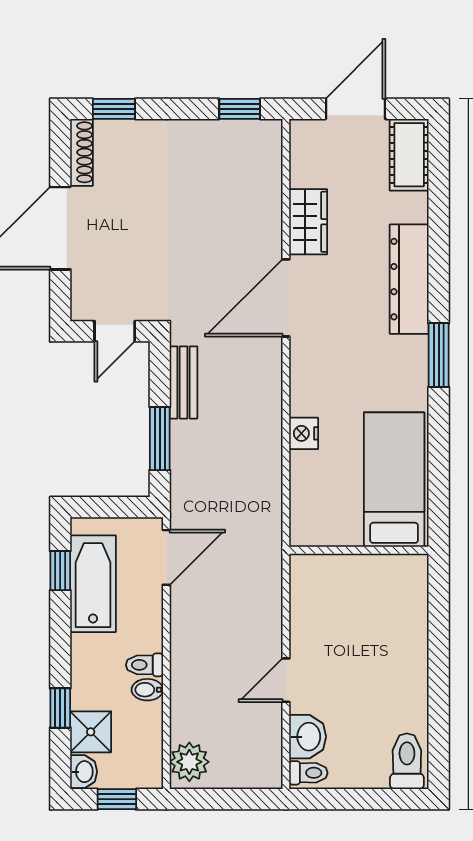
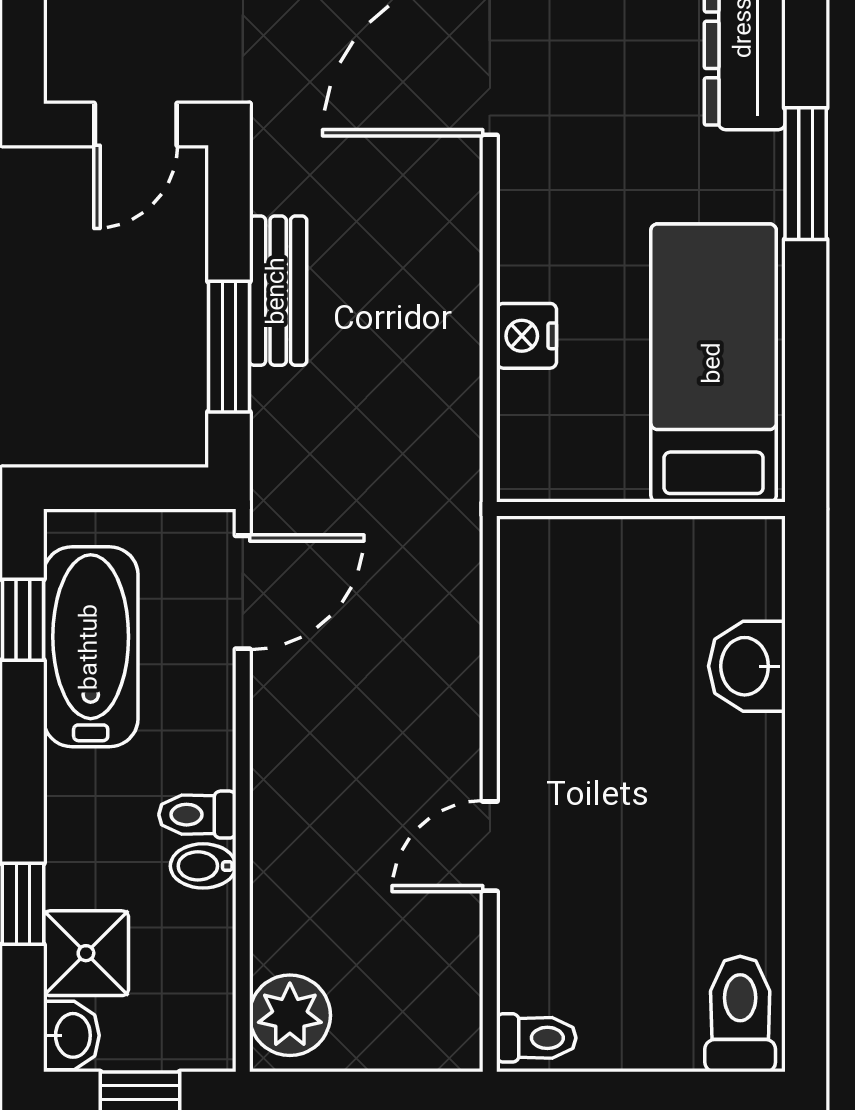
bench: (184, 382) -> (278, 291), moved
bed: (394, 480) -> (714, 363), moved
wall: (359, 550) -> (641, 509), moved
washbasin: (308, 737) -> (747, 666), moved, turned 180

